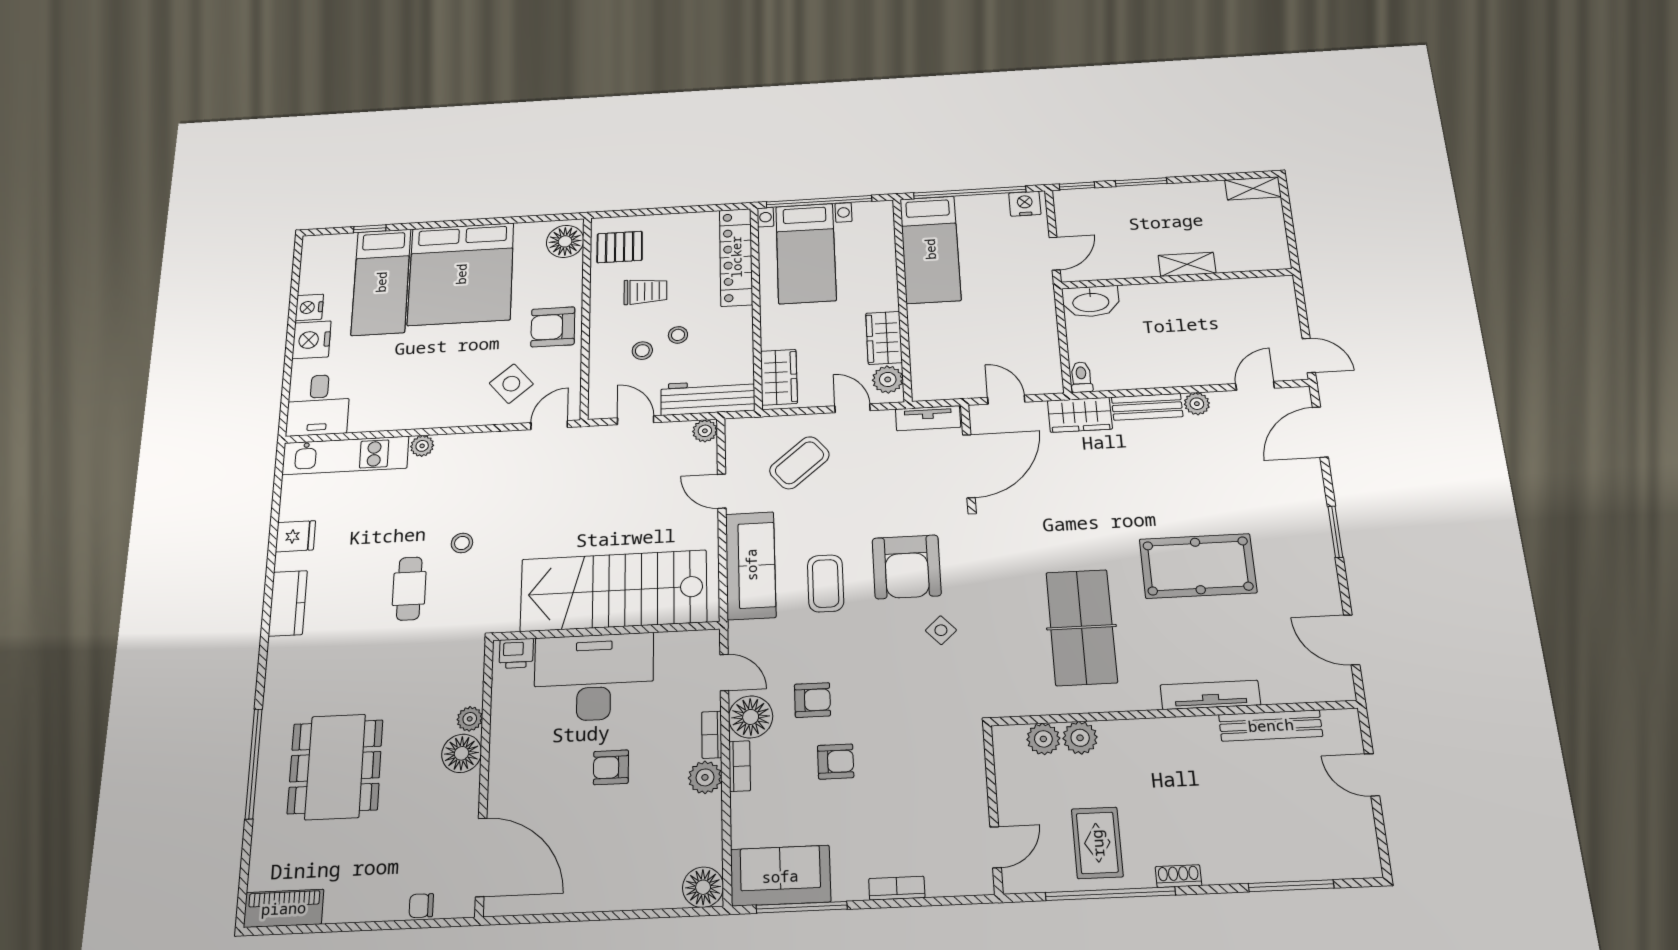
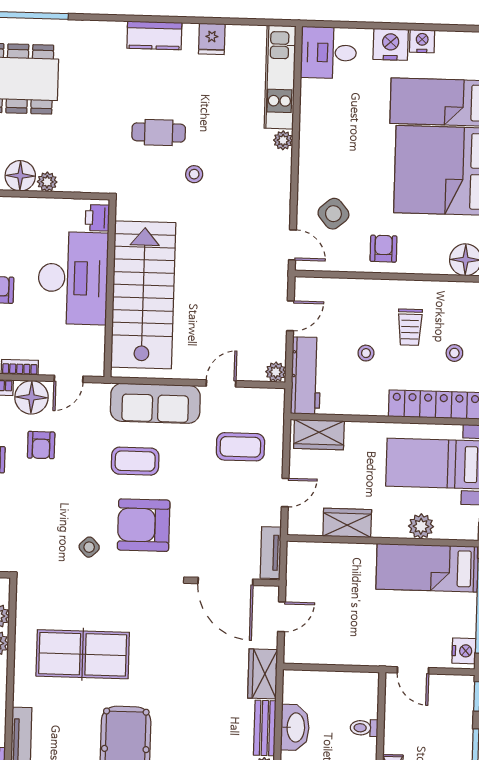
pallet: (620, 247) -> (455, 306), removed
washbasin: (1091, 302) -> (295, 727), moved, turned 180
armchair: (553, 327) -> (384, 249), width x0.72, depth x0.72
stool: (642, 351) -> (454, 353), moved
toilet: (1081, 377) -> (364, 728), moved, turned 180
plant: (888, 379) -> (421, 526), moved
coffee table: (799, 463) -> (240, 447), turned -50

